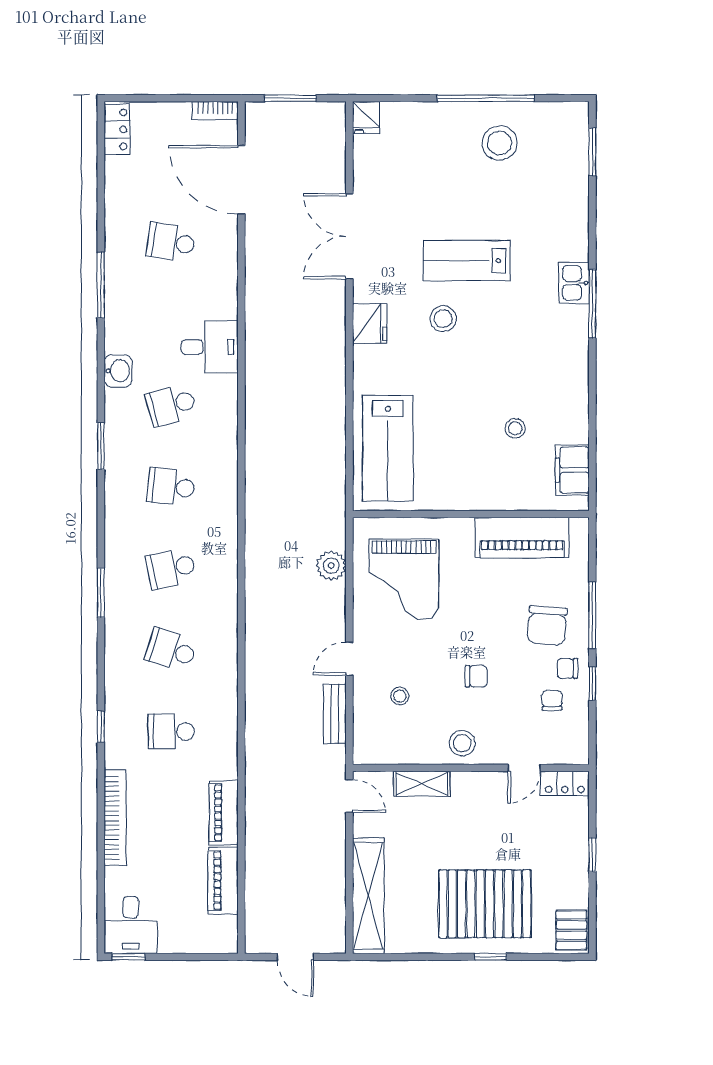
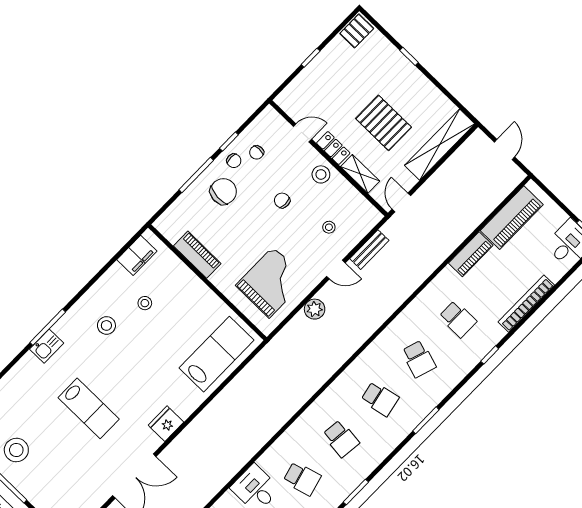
stool: (443, 319) -> (106, 325), moved
piano: (522, 538) -> (197, 255), width x0.73, depth x0.75
plant: (331, 566) -> (315, 309), moved
locker: (565, 783) -> (333, 148), moved
piano: (223, 881) -> (512, 218), width x1.37, depth x1.33
pallet: (485, 904) -> (384, 123), moved, width x0.73, depth x0.71

